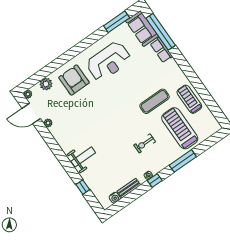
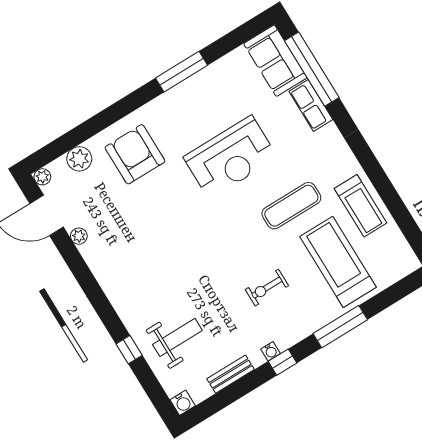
window: (117, 22) -> (181, 72), moved
reception desk: (109, 61) -> (231, 157), moved
treadmill: (189, 99) -> (360, 206), turned 180
weight bench: (83, 157) -> (177, 337), moved
window: (83, 187) -> (129, 350), moved
water cooler: (115, 198) -> (183, 403), moved

